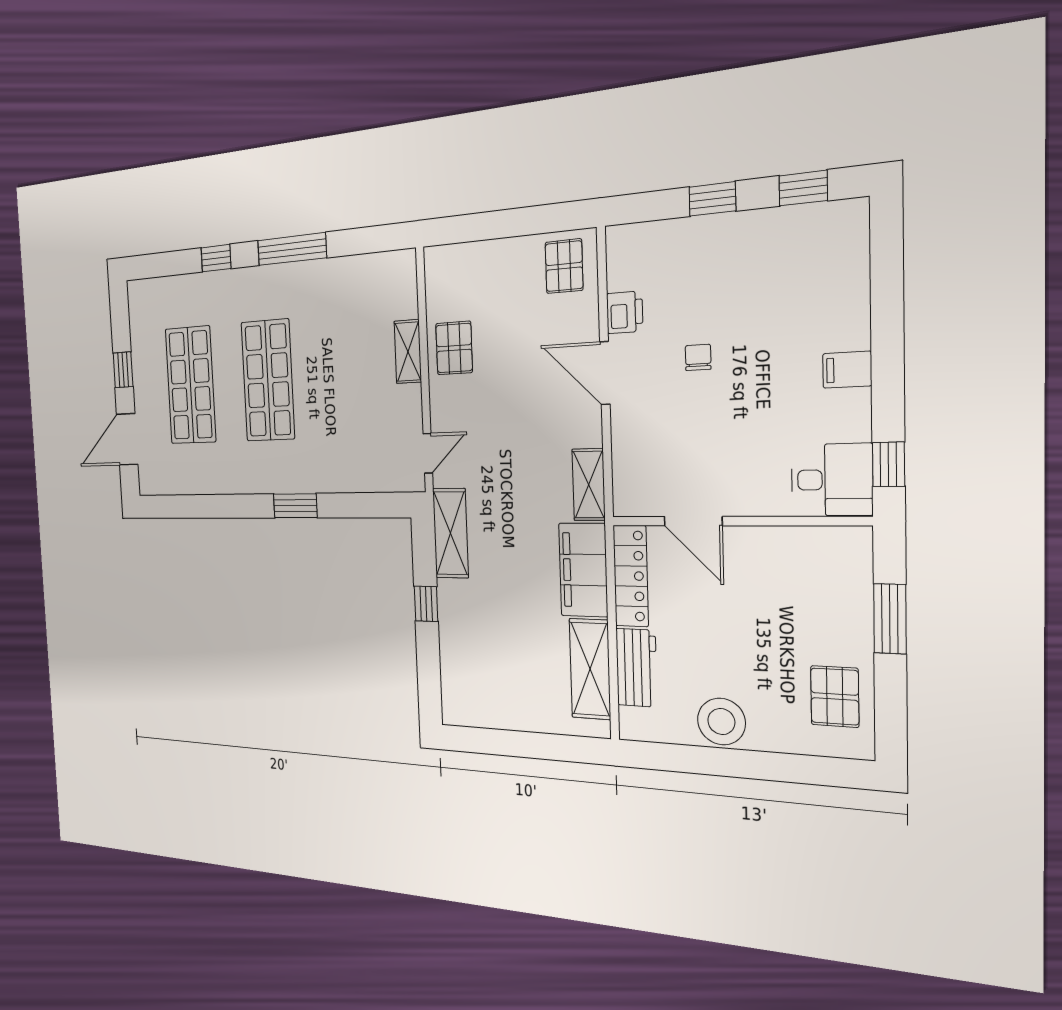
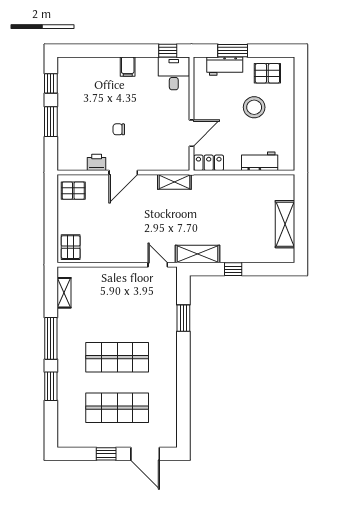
window: (712, 199) -> (51, 122), width x1.50
window: (216, 258) -> (51, 386), width x1.50
pallet: (454, 348) -> (71, 247), moved, turned 90
shelving: (408, 352) -> (64, 293), moved, turned 90
window: (295, 506) -> (183, 318), moved
filing cabinet: (583, 570) -> (214, 186), removed
locker: (631, 576) -> (209, 163), width x0.66
workbench: (851, 599) -> (225, 66), added
shelving: (590, 669) -> (285, 224), moved, turned 90
stool: (721, 722) -> (254, 107), moved

